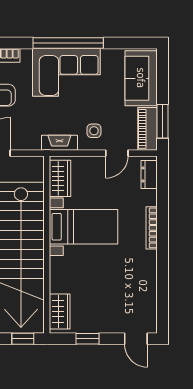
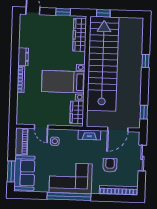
window: (162, 121) -> (11, 172), moved
fireplace: (59, 143) -> (89, 135), moved
door: (117, 153) -> (41, 127), swing flipped
dresser: (149, 174) -> (23, 57), moved
wardrobe: (60, 311) -> (80, 35), width x1.50

